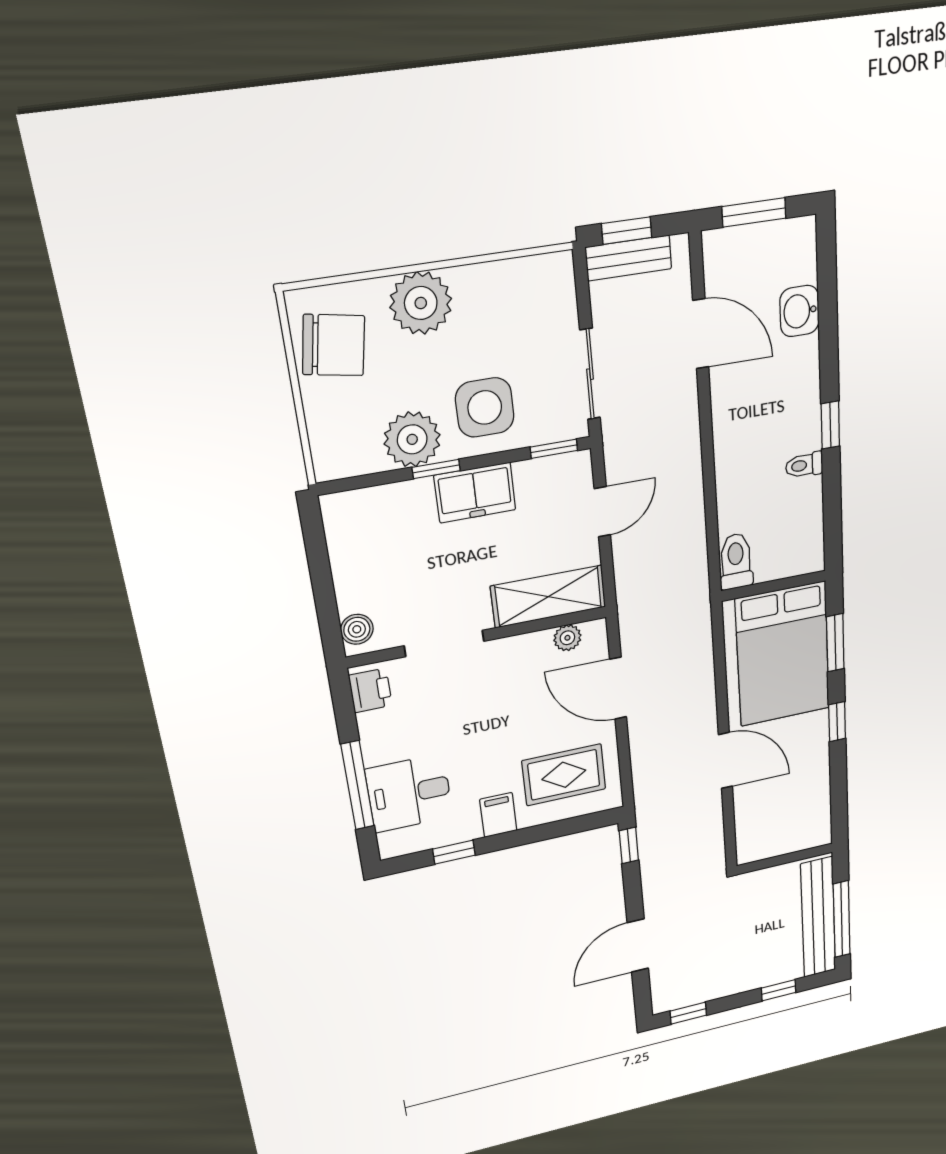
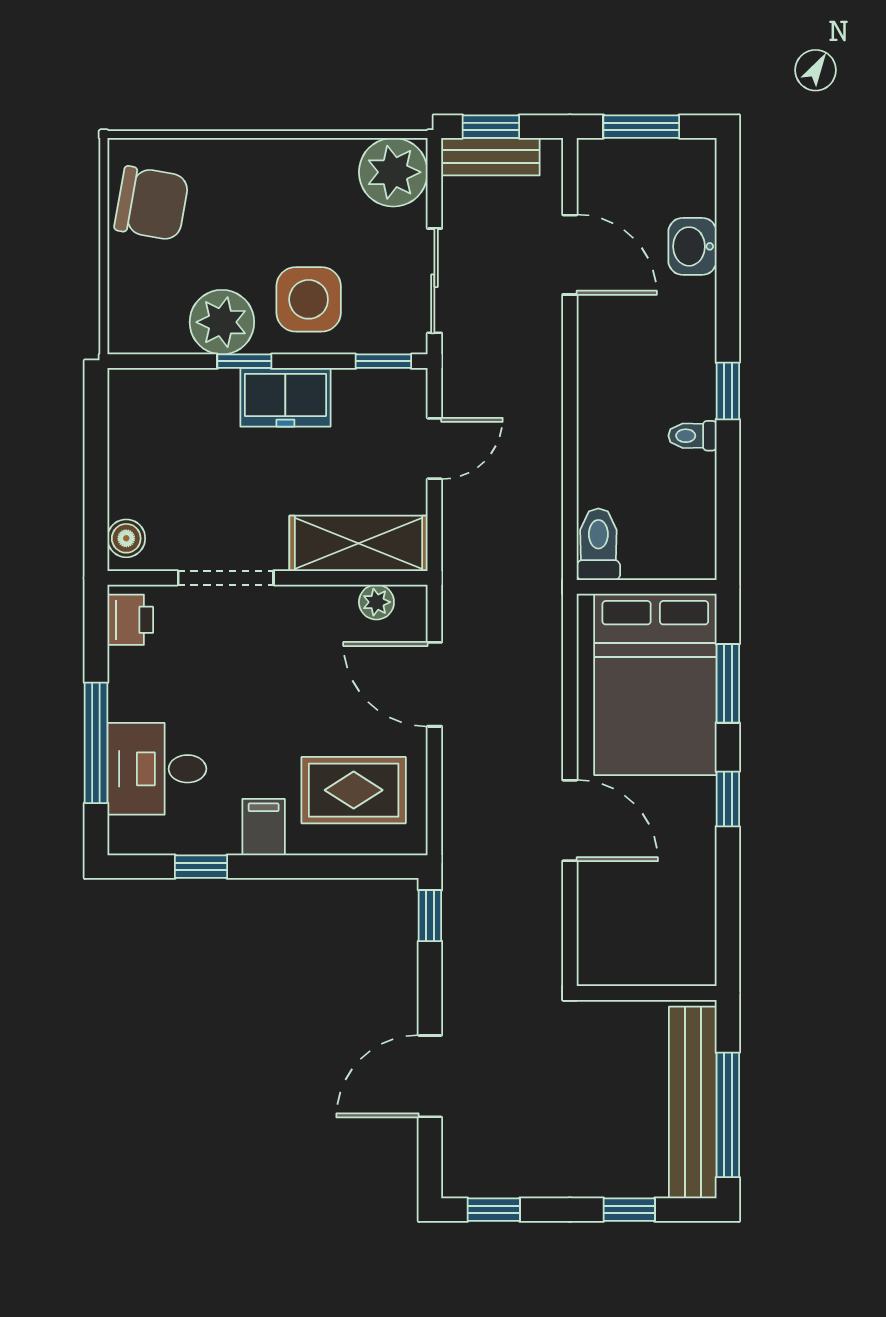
plant: (421, 303) -> (393, 172), moved

